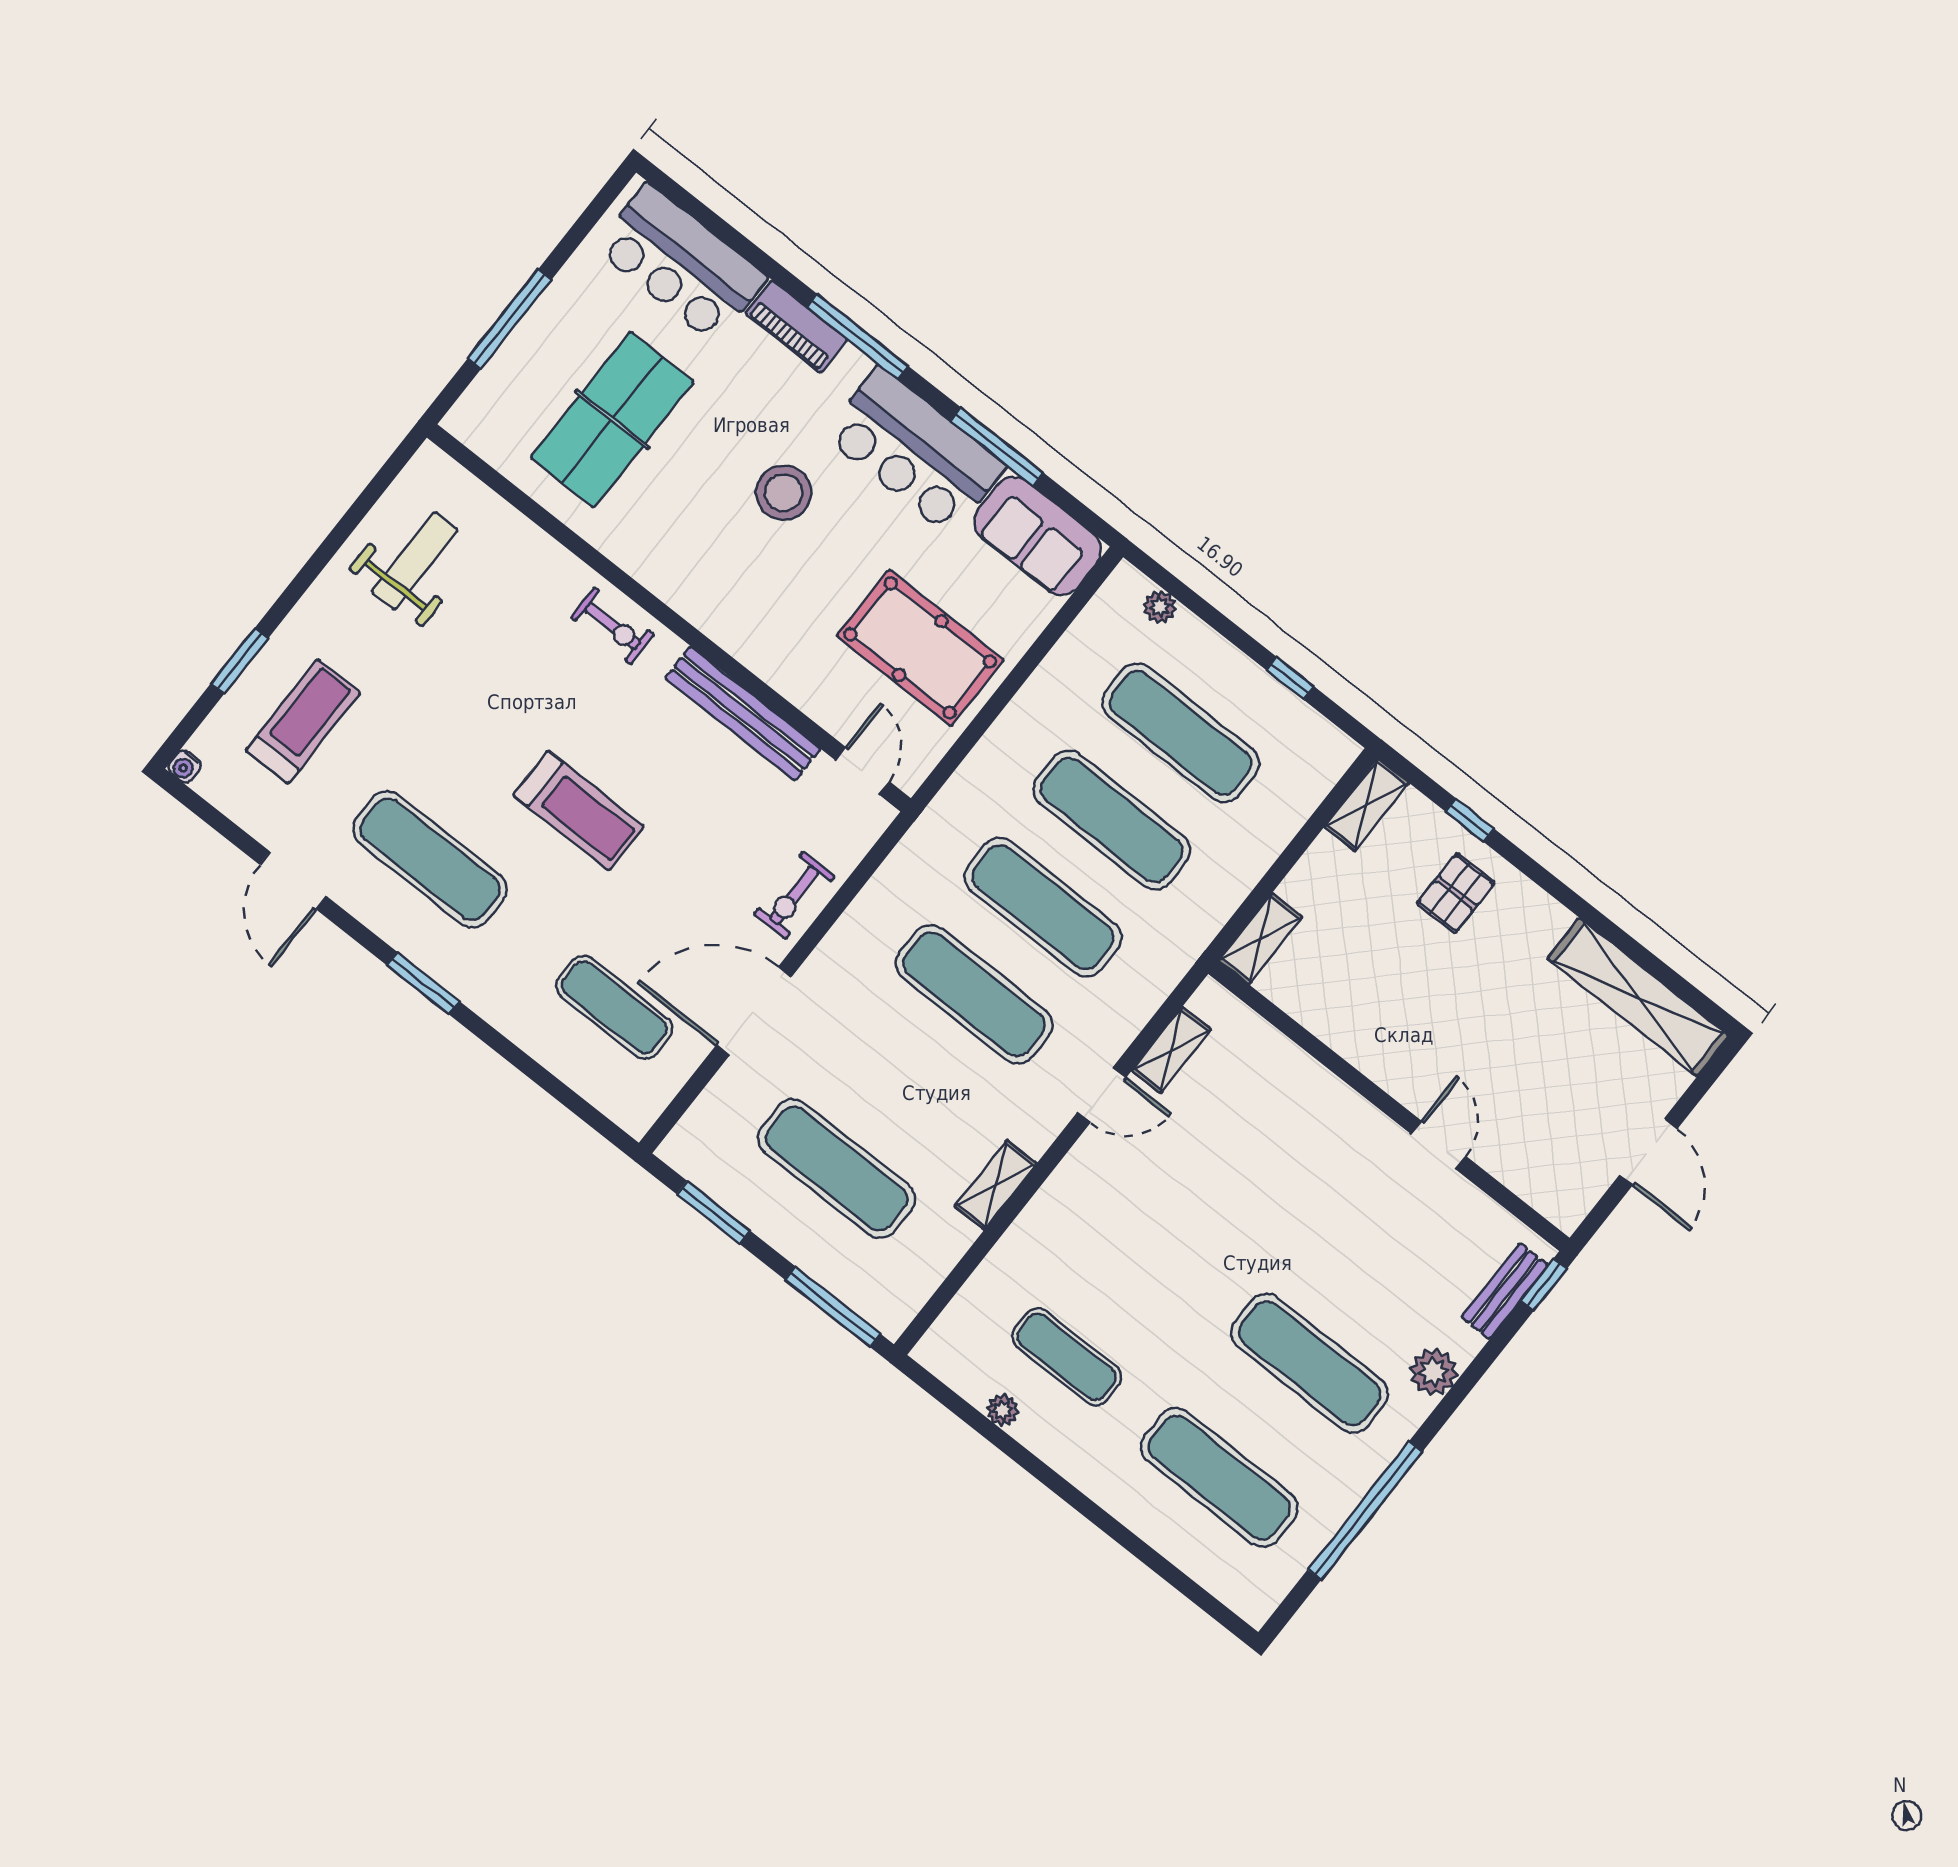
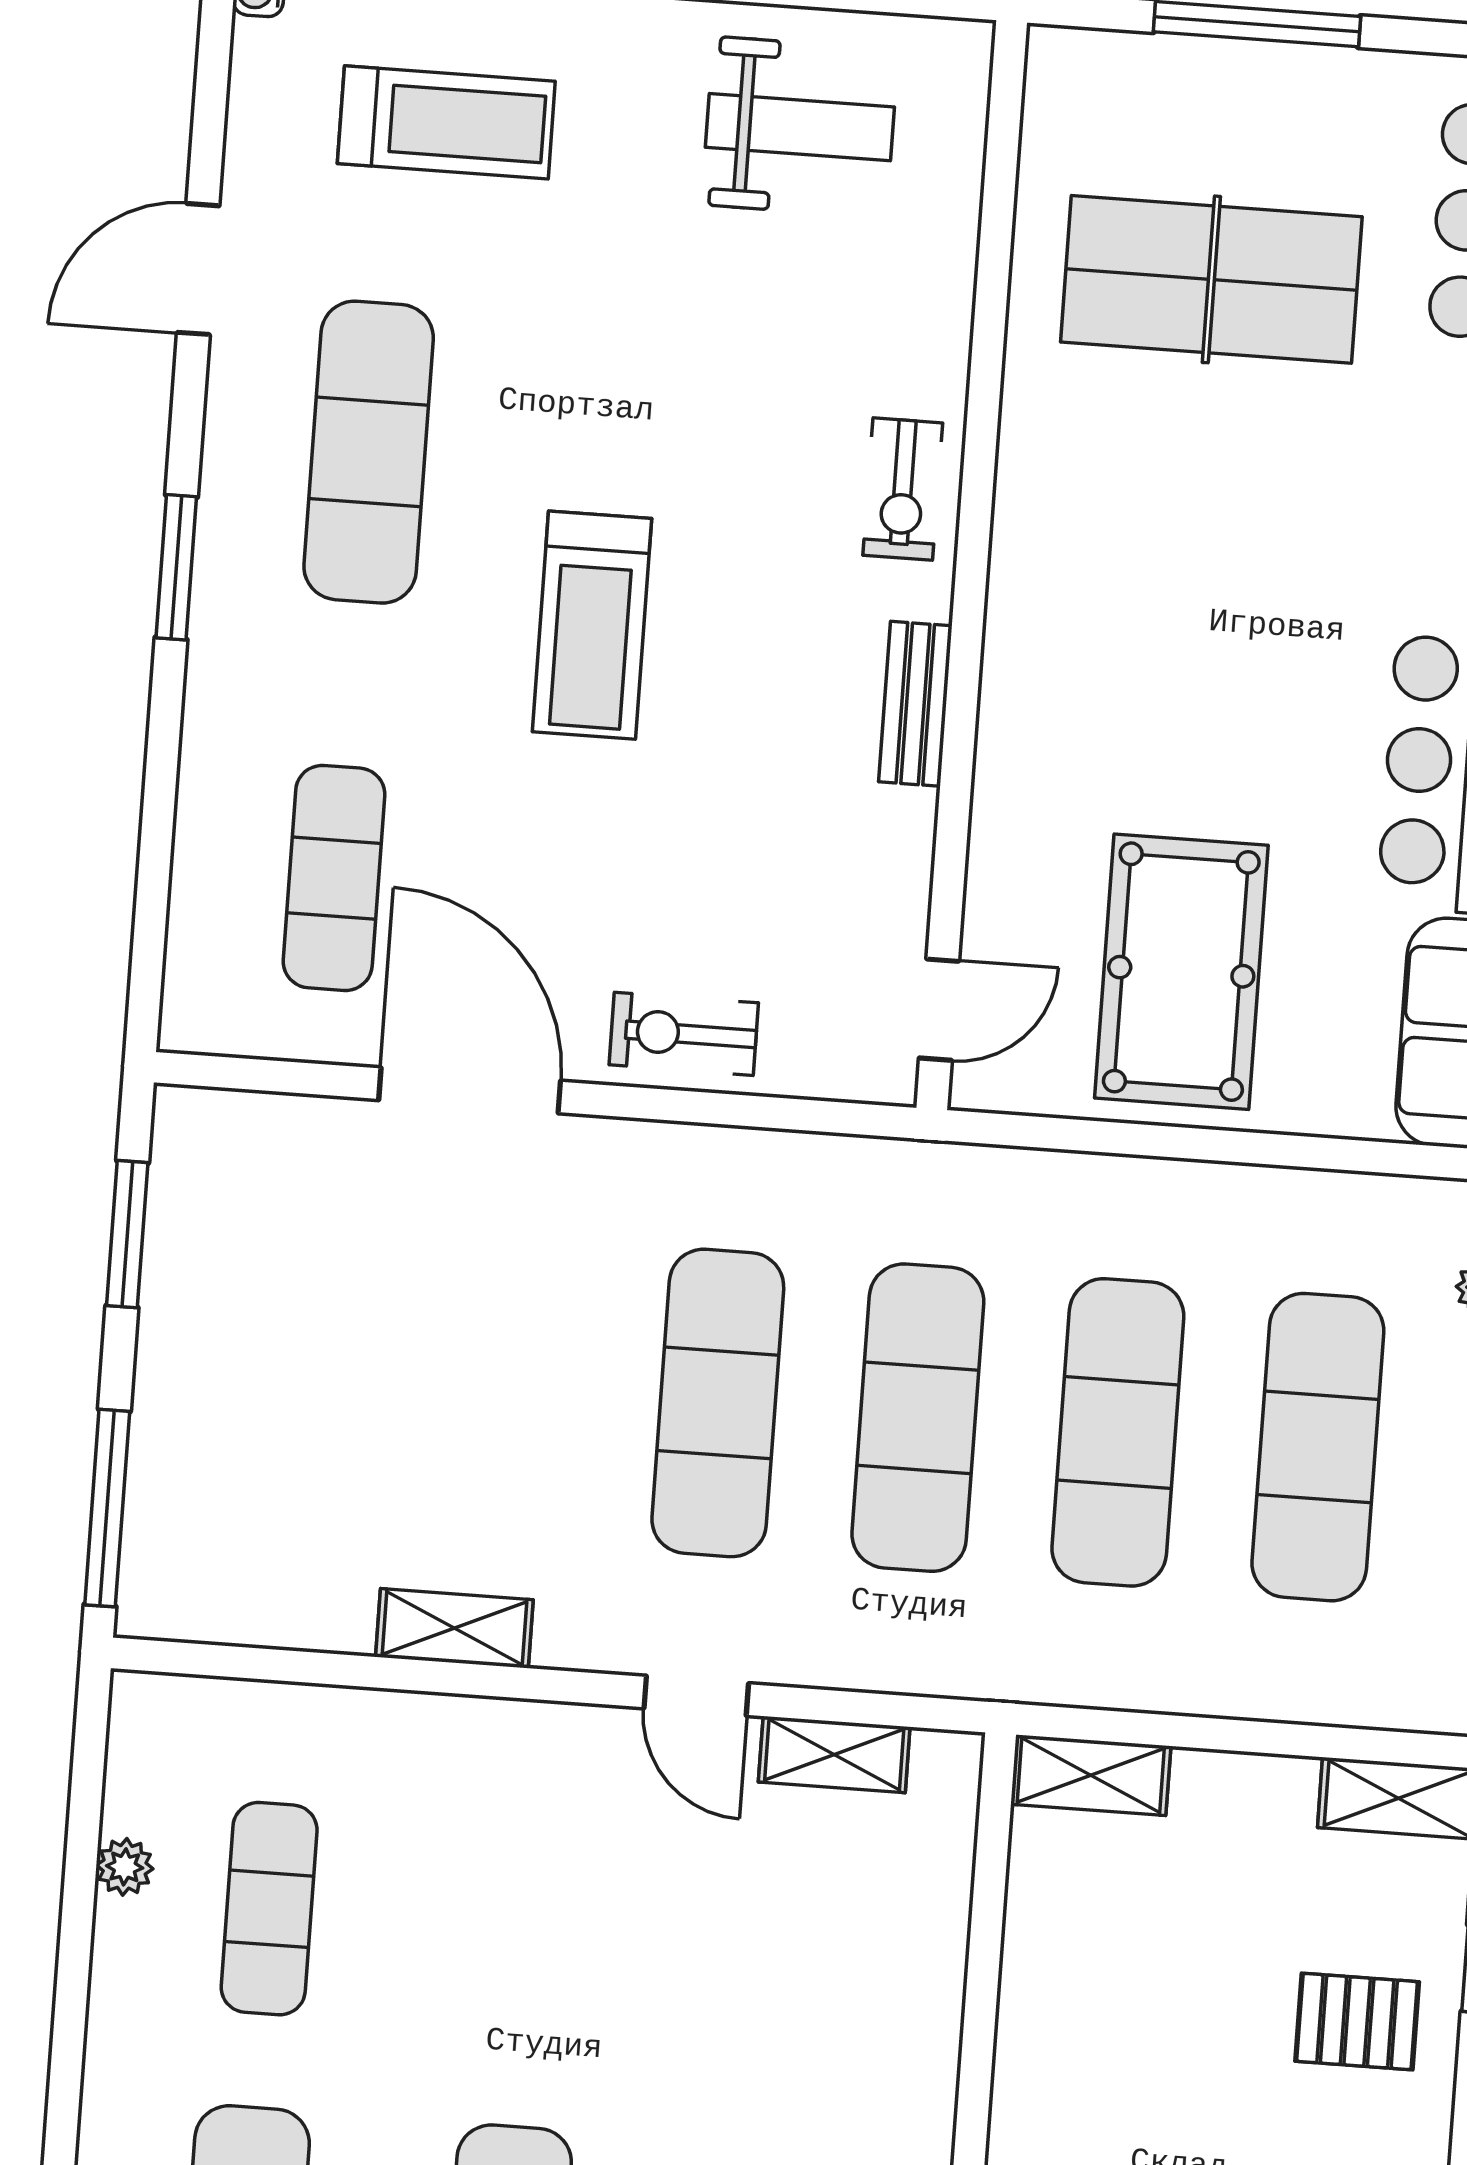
stool: (784, 493) -> (1275, 610), removed
bench: (743, 714) -> (915, 704), width x0.54, depth x0.82
exercise mat: (836, 1168) -> (318, 1374), removed

